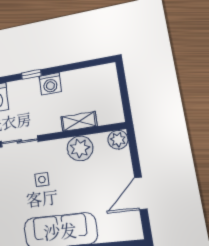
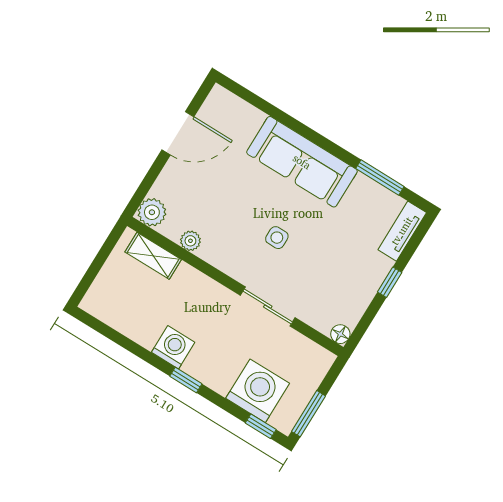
shelving: (79, 121) -> (153, 256), moved
plant: (80, 148) -> (190, 241), width x0.53, depth x0.53

